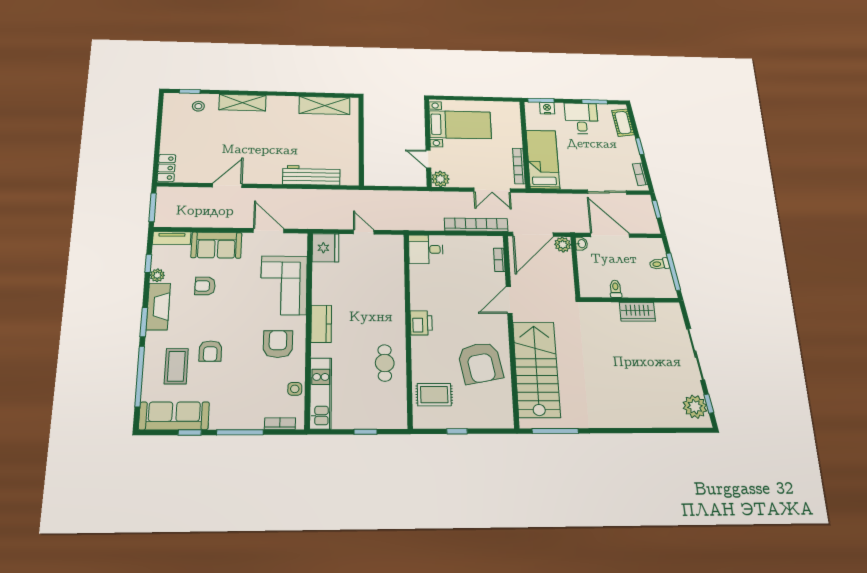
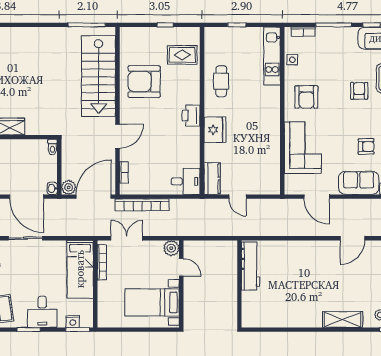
shelving: (324, 105) -> (271, 319), removed
workbench: (311, 175) -> (250, 266), moved, turned -90
fridge: (325, 248) -> (215, 130), moved, turned 180
toilet: (616, 289) -> (52, 147), moved
kitchen counter: (321, 324) -> (212, 178), moved, turned 180
armchair: (480, 363) -> (144, 82), turned -79

